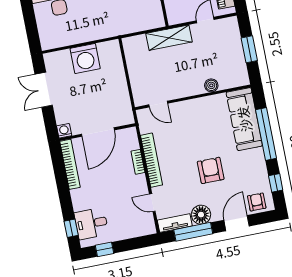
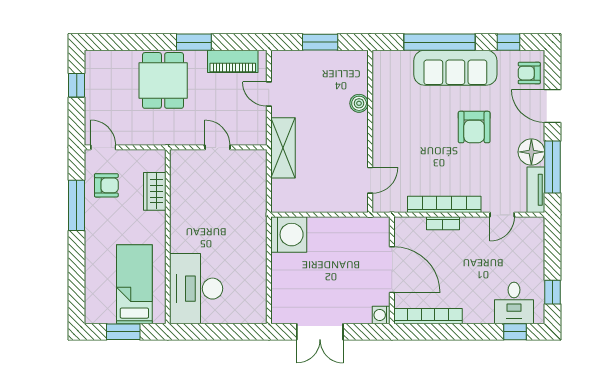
washing machine: (85, 59) -> (289, 235), moved
sofa: (244, 119) -> (455, 68), moved
armchair: (211, 170) -> (474, 127), turned -90

